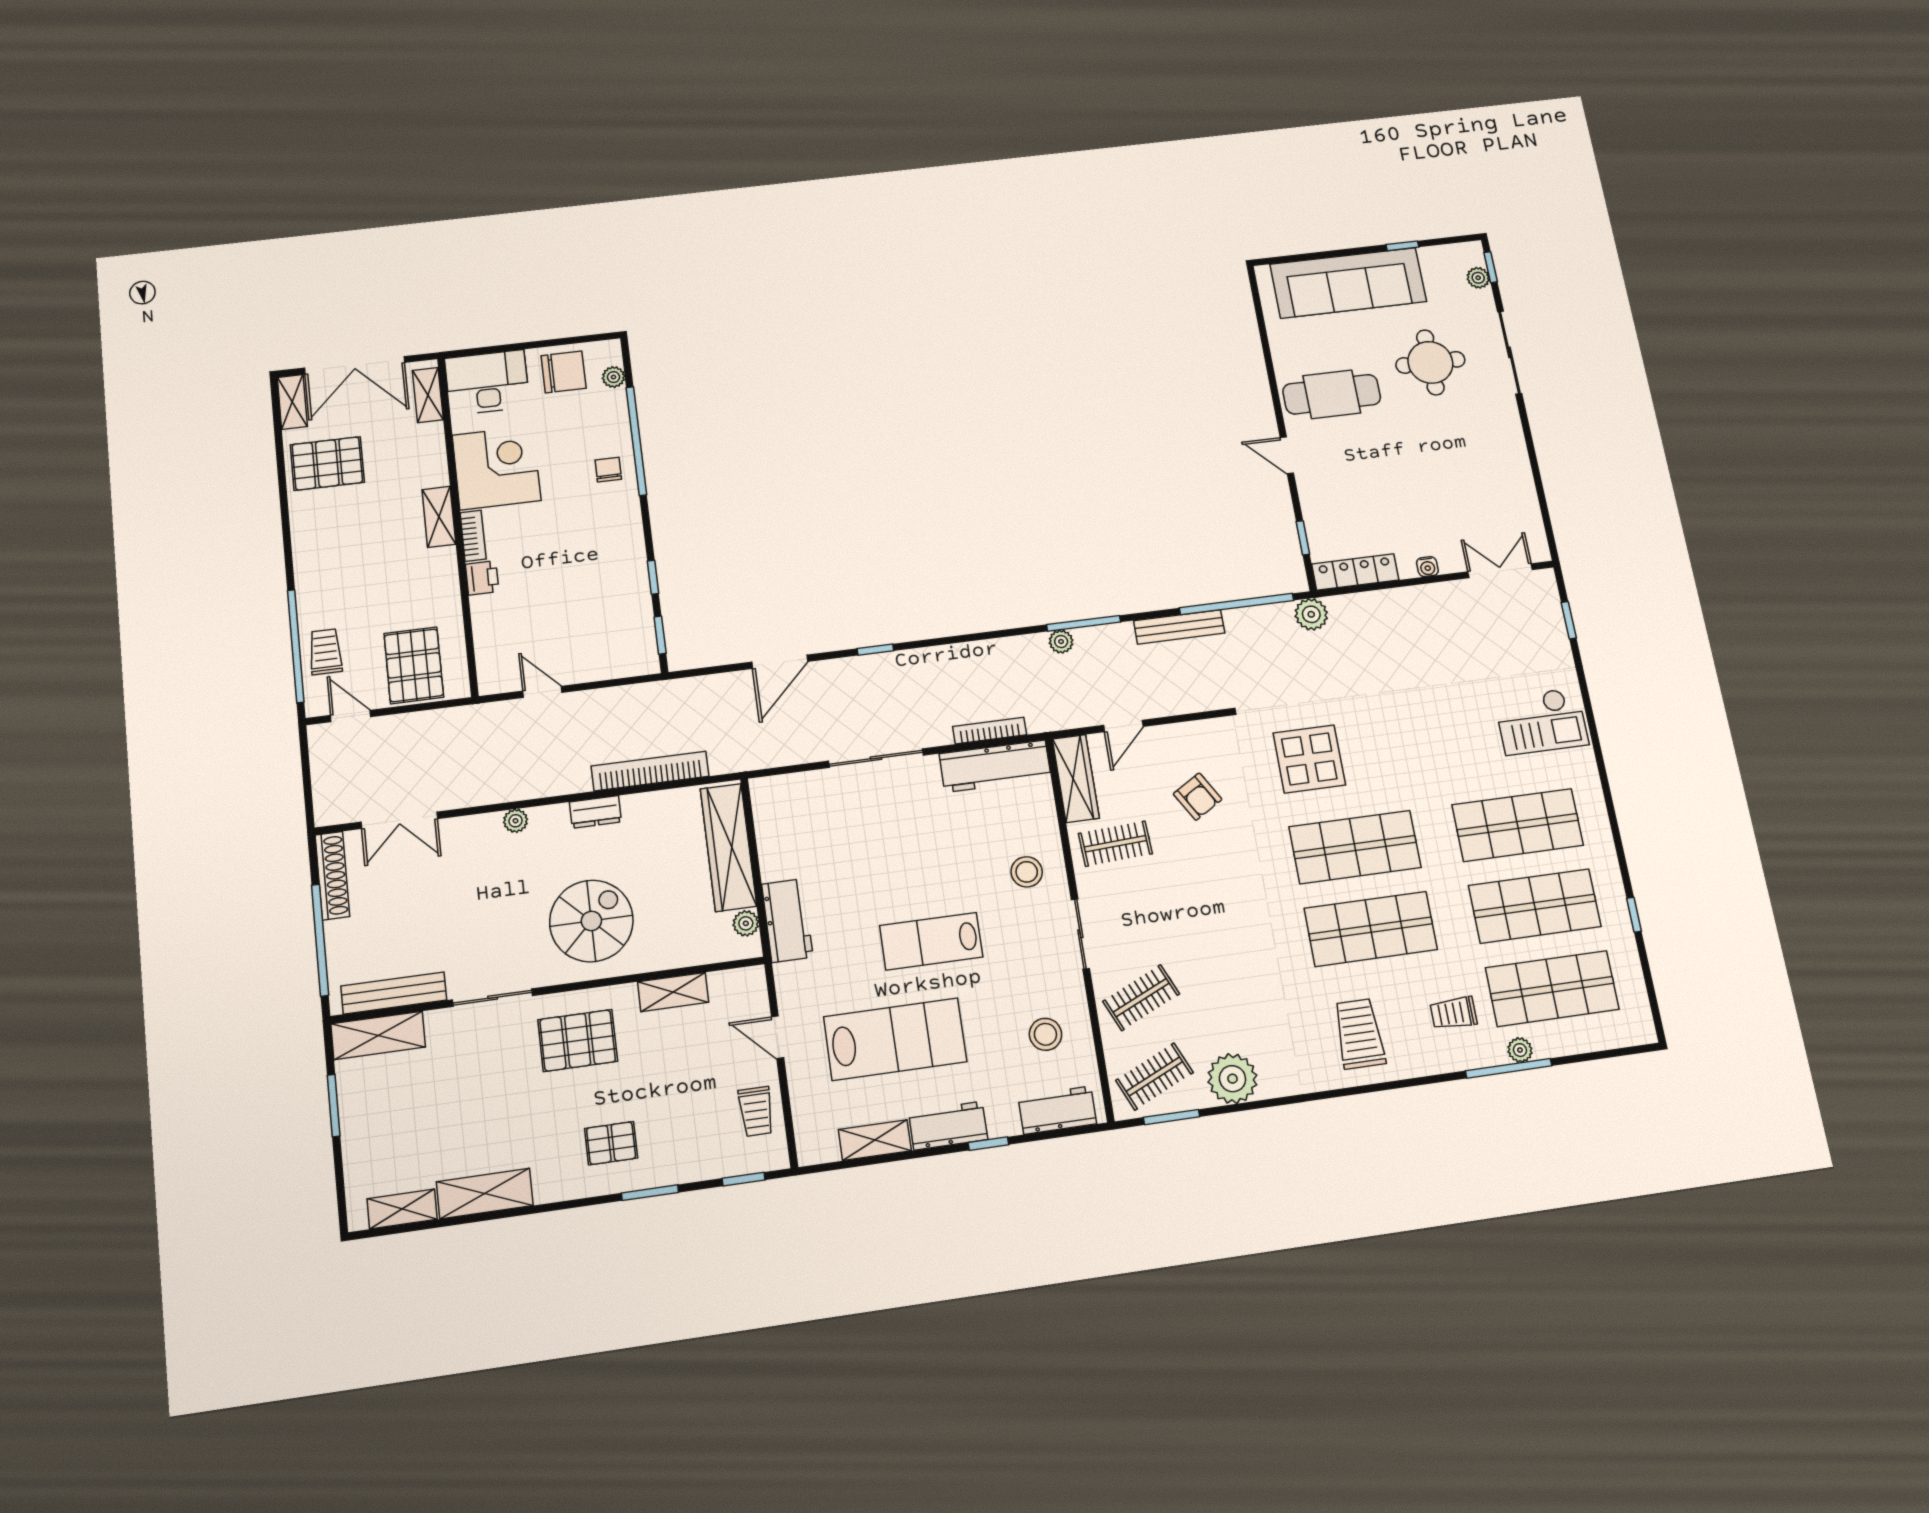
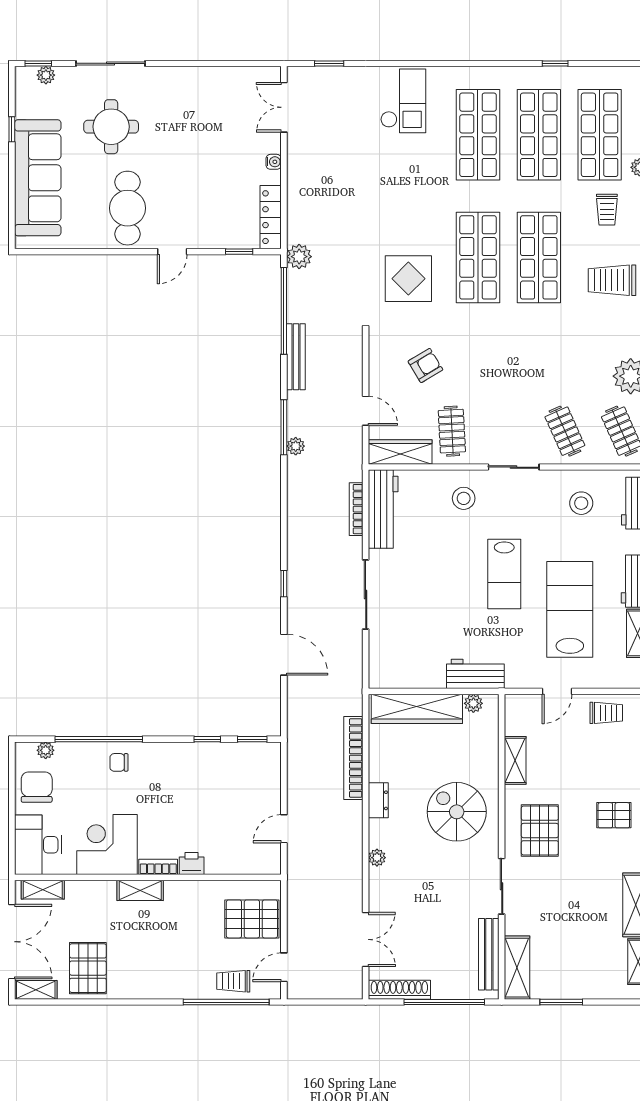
pallet: (611, 1143) -> (614, 815), turned 90

